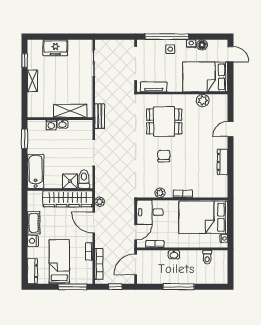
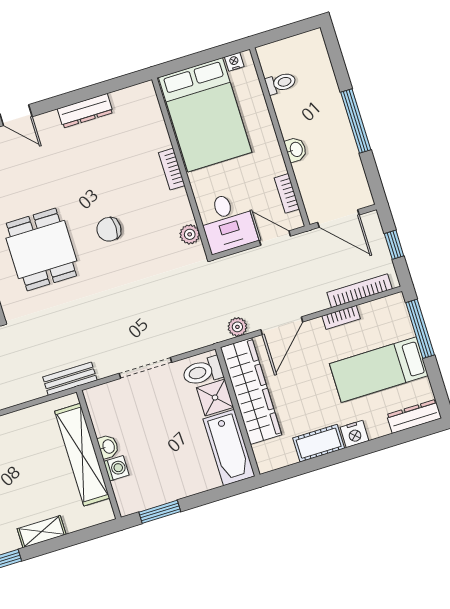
shelving: (70, 111) -> (82, 455), width x1.47
bathtub: (36, 171) -> (229, 448), moved, turned -90
plant: (160, 193) -> (190, 234), moved

